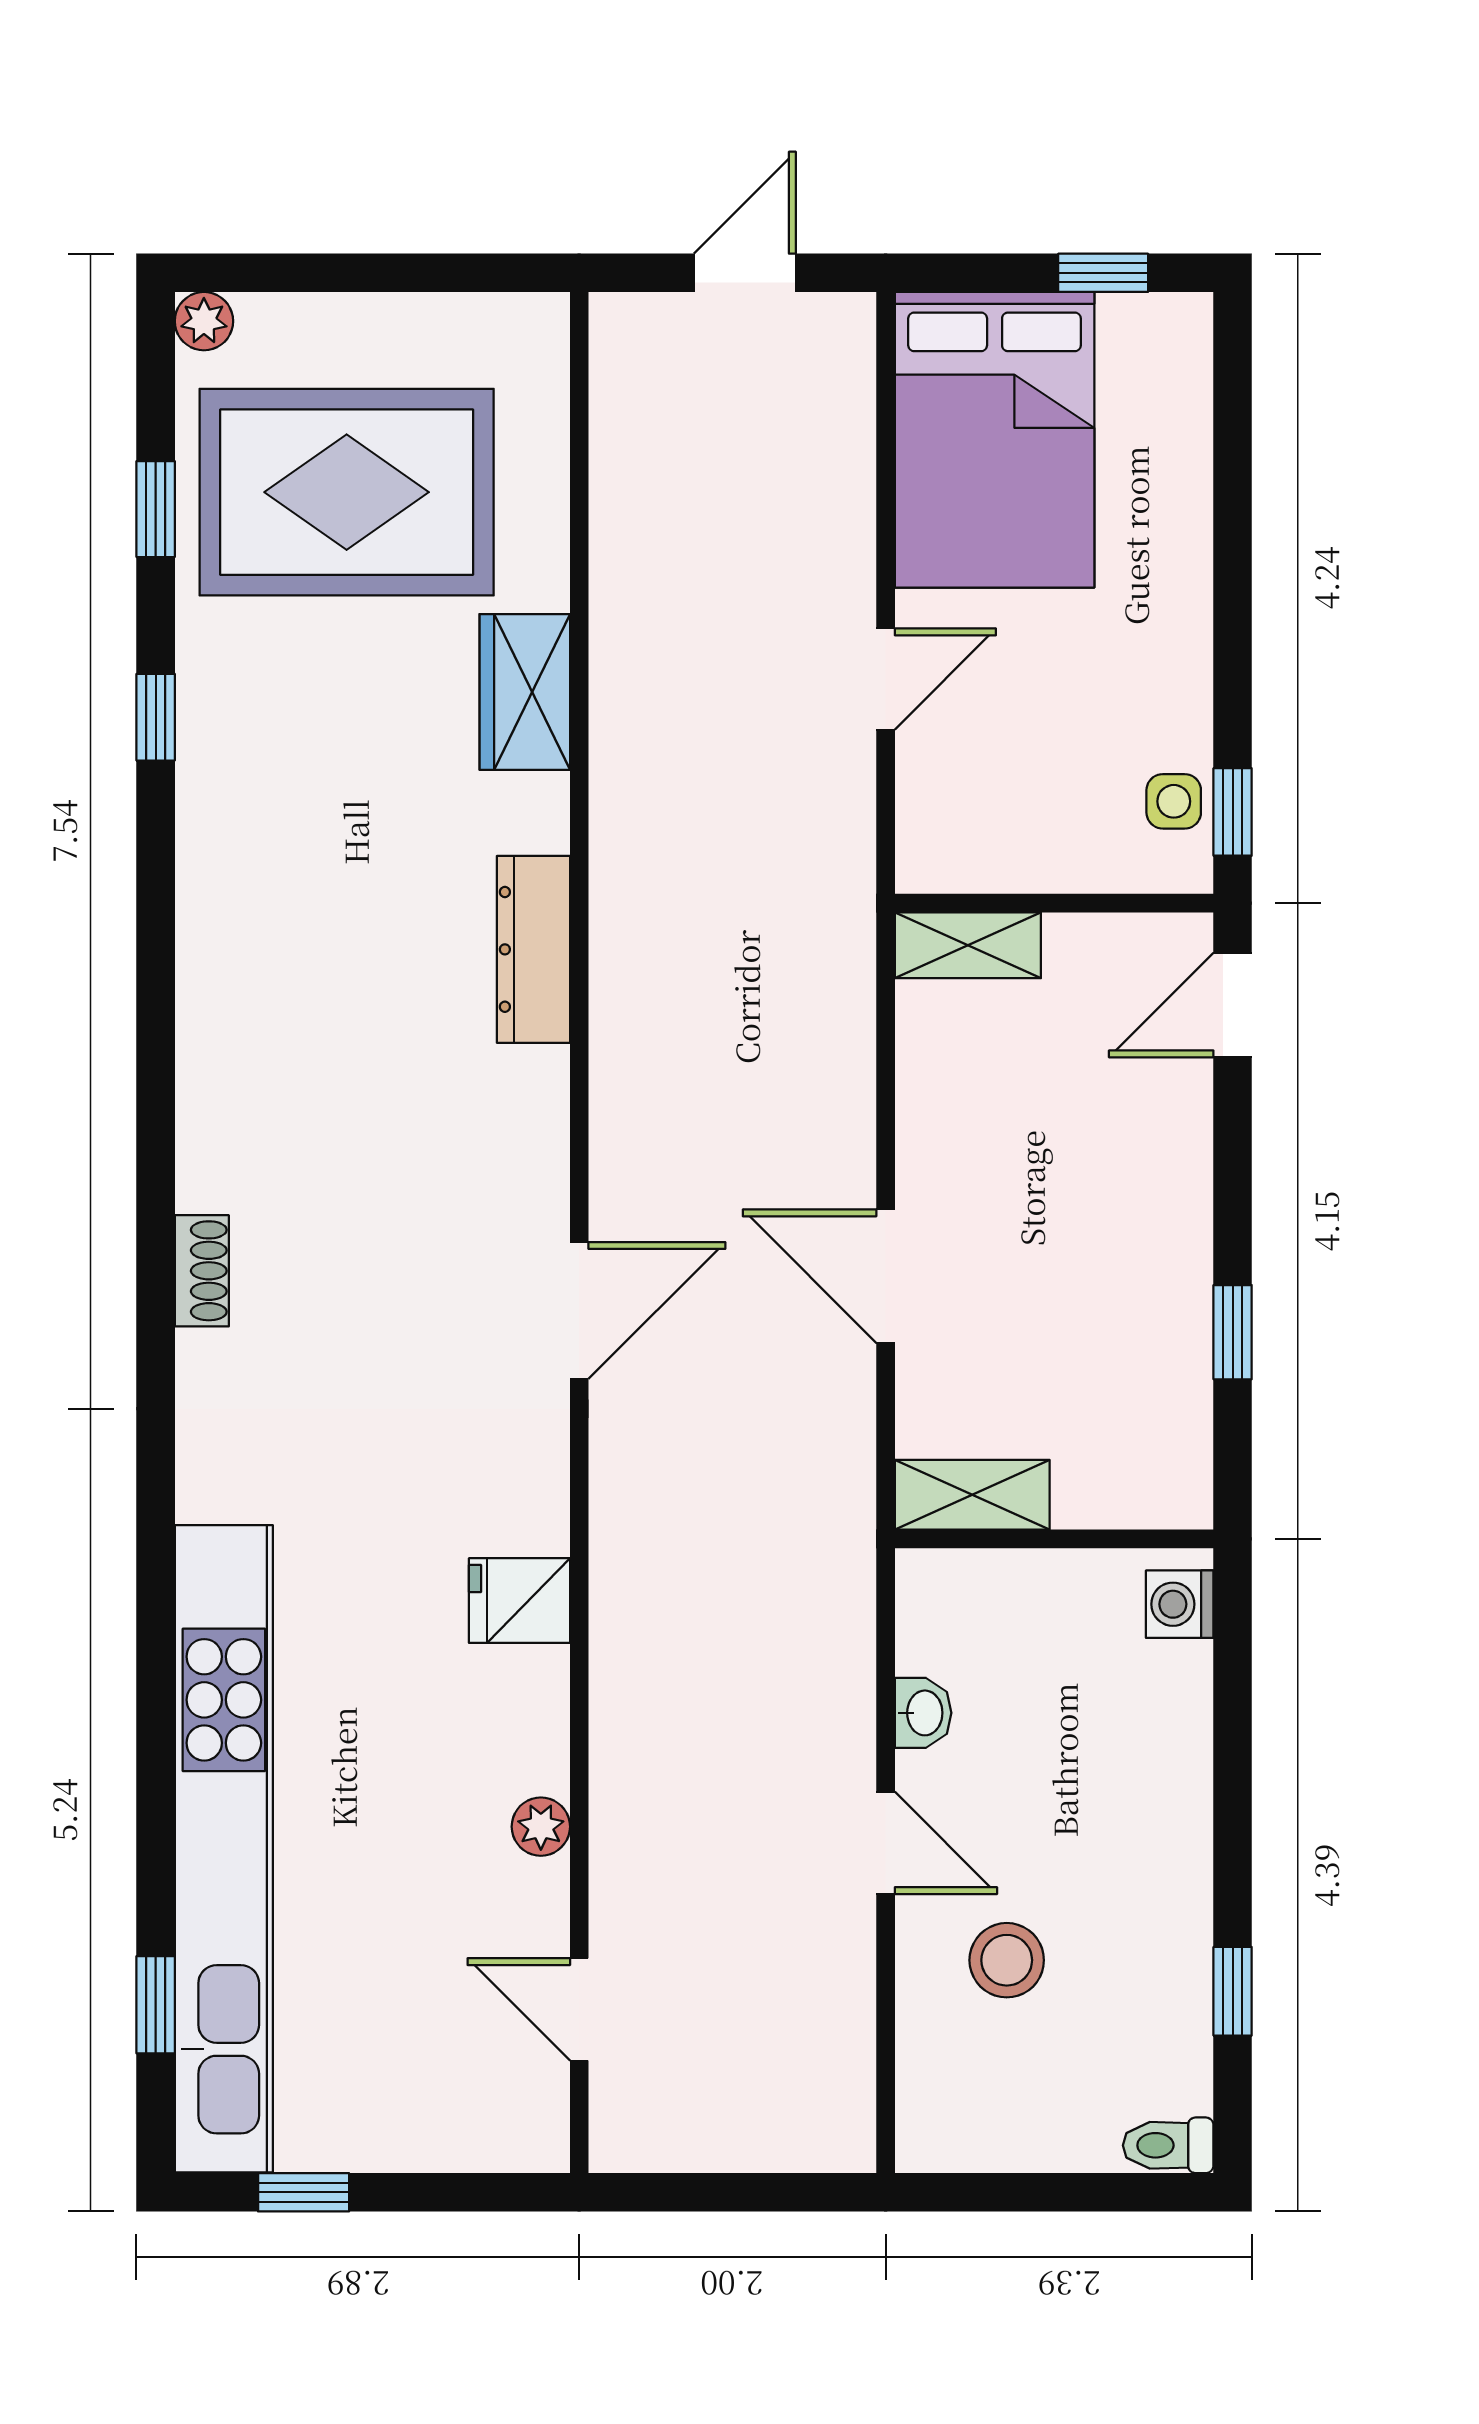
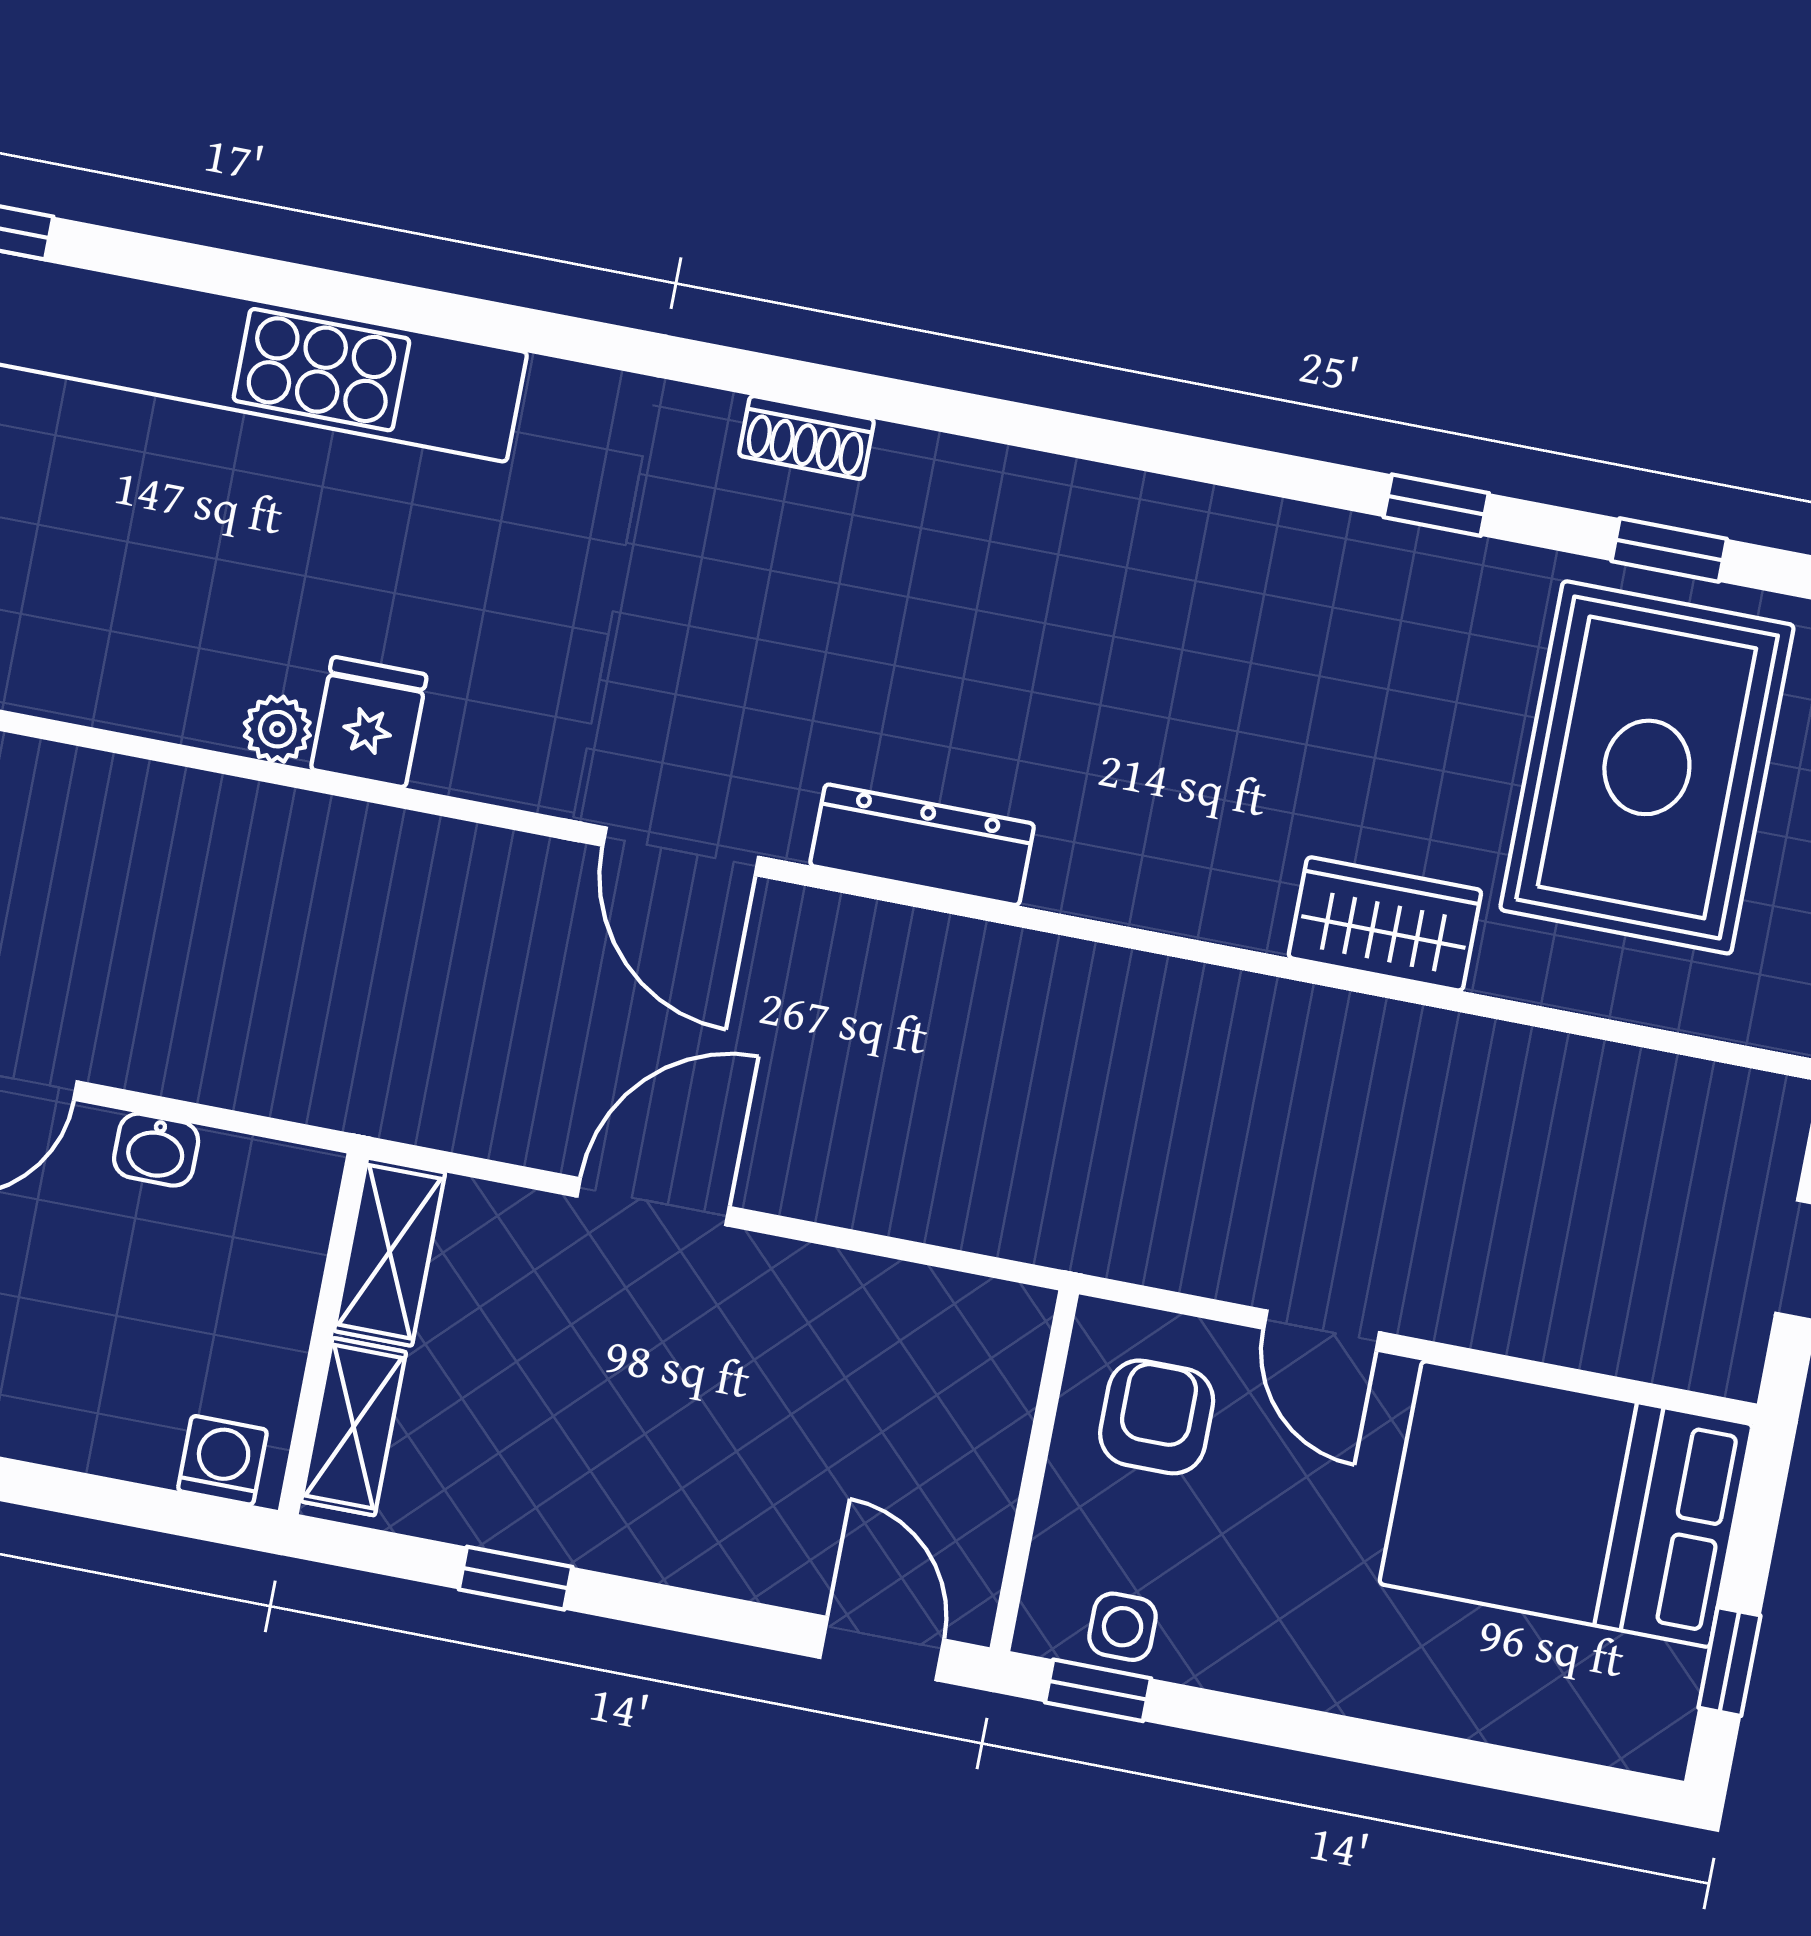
armchair: (987, 807) -> (1157, 1417), added
shelving: (968, 945) -> (354, 1427), moved
dresser: (533, 949) -> (922, 845), moved
plant: (541, 1827) -> (277, 729), moved

